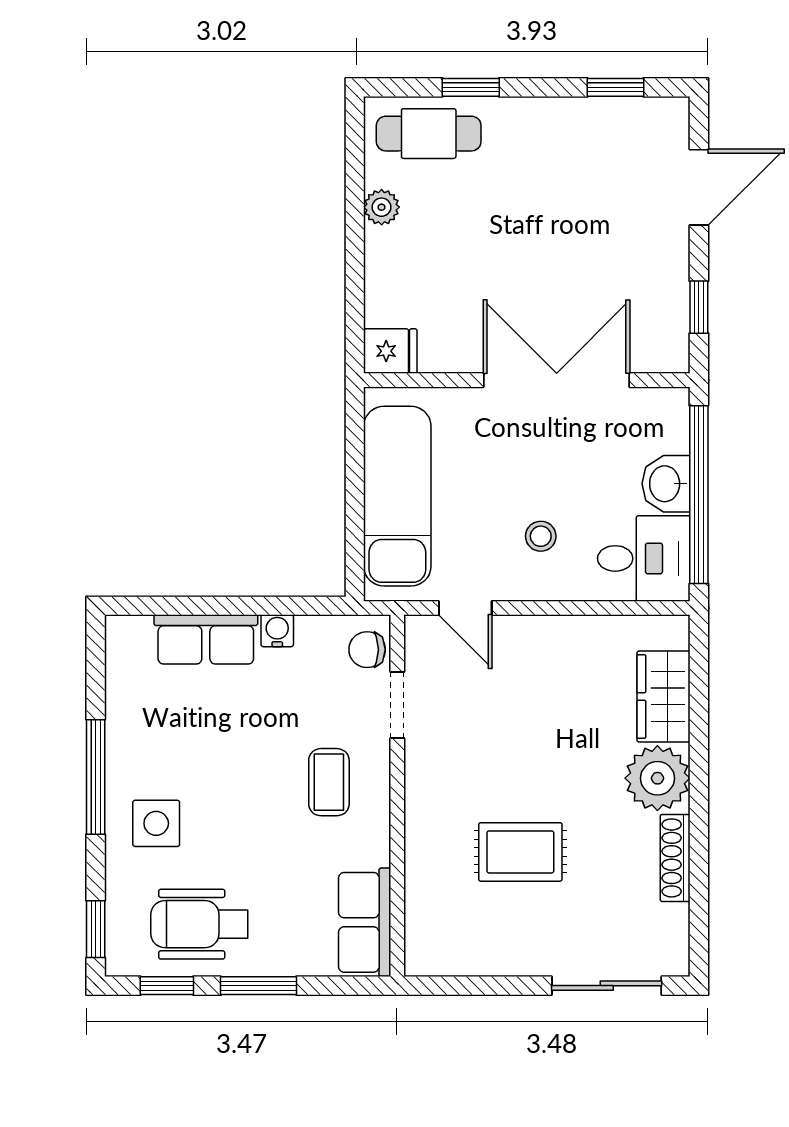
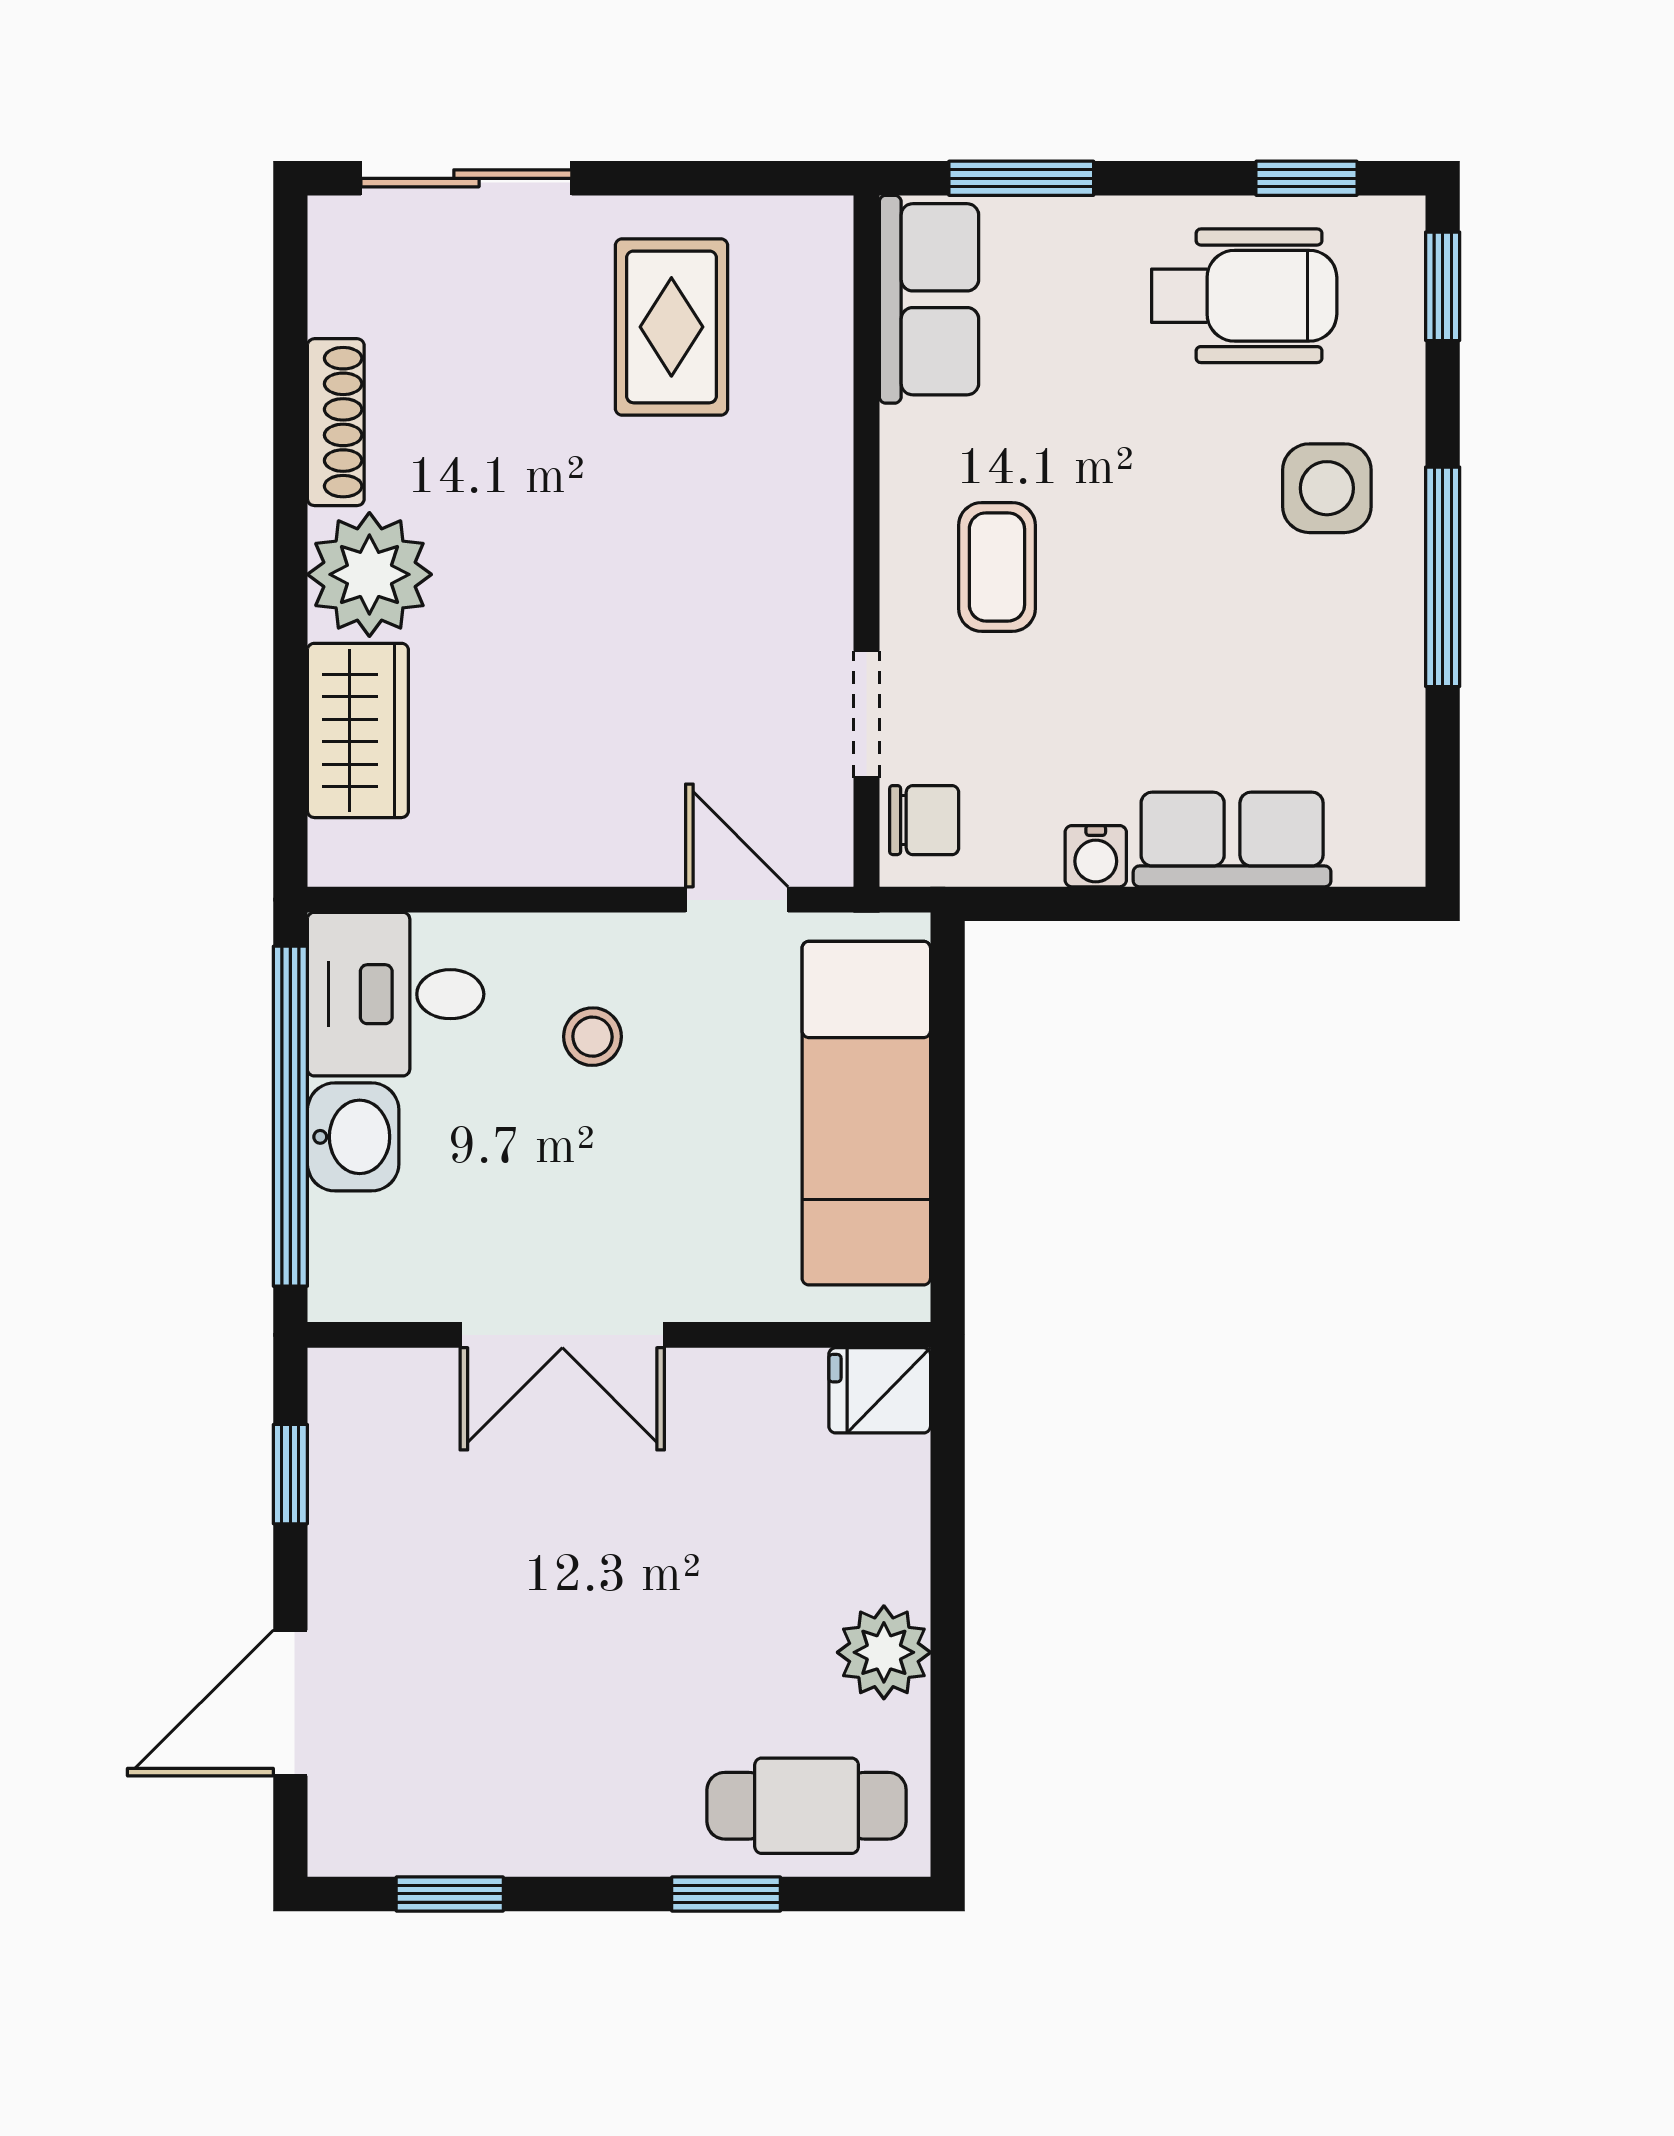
plant: (382, 207) -> (884, 1652), width x1.38, depth x1.38
double door: (557, 380) -> (562, 1335), width x0.73
rug: (520, 852) -> (671, 327), moved, turned 90
window: (258, 986) -> (1021, 178), moved

